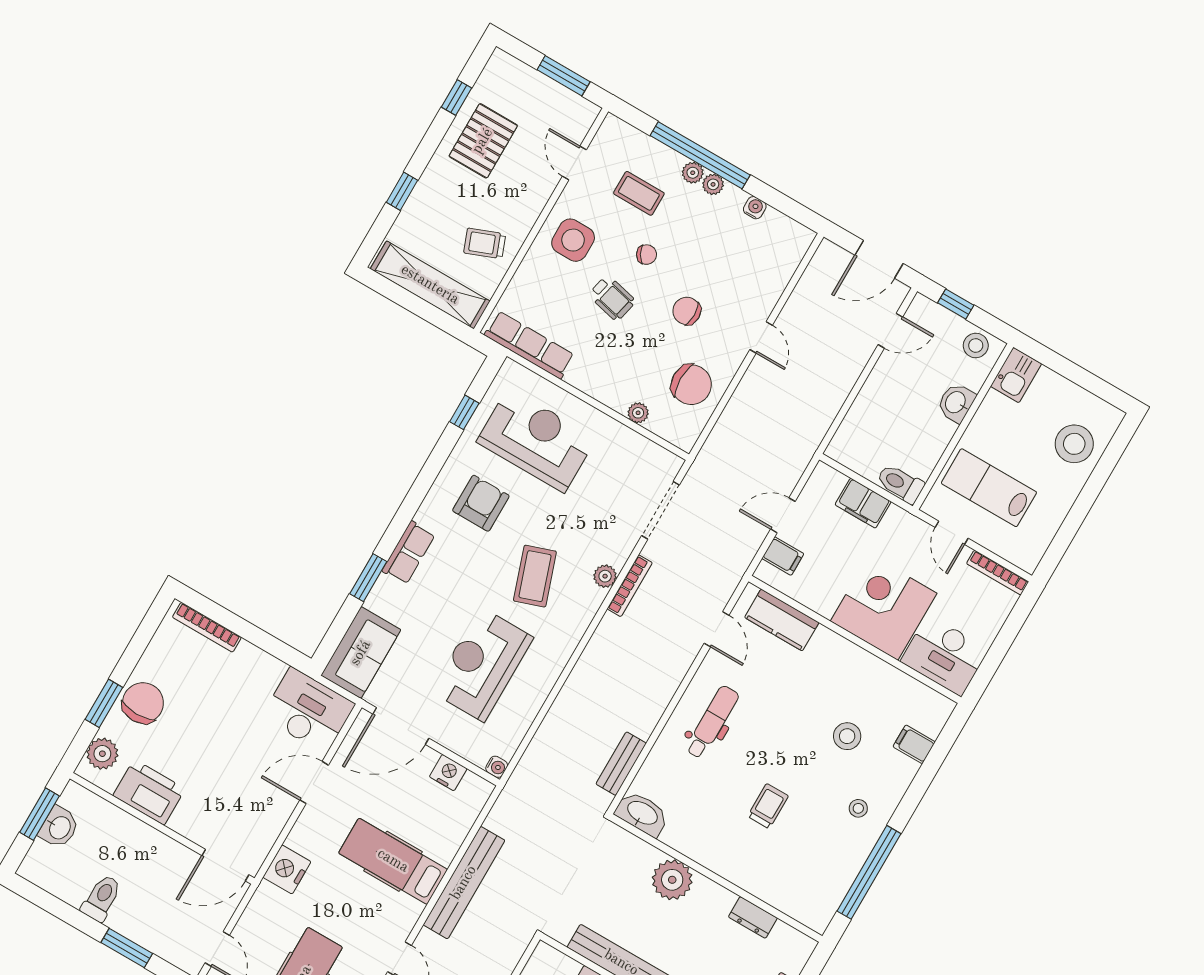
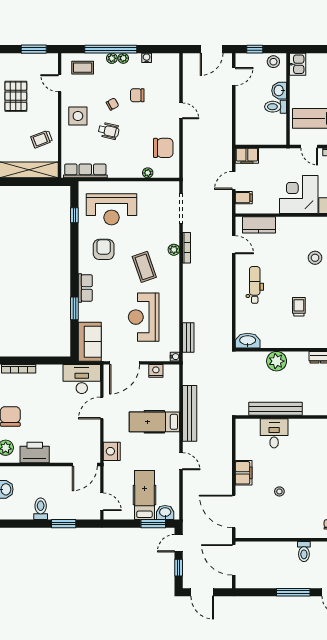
coffee table: (639, 193) -> (83, 68), moved
chair: (687, 311) -> (137, 95), moved
reception desk: (536, 440) -> (112, 209), turned 180
toilet: (900, 484) -> (276, 107), moved
filing cabinet: (863, 503) -> (247, 156), moved
bench: (621, 764) -> (188, 338), moved

